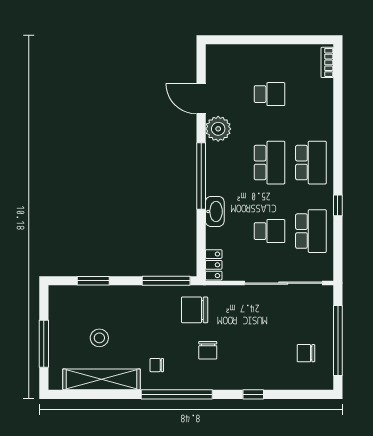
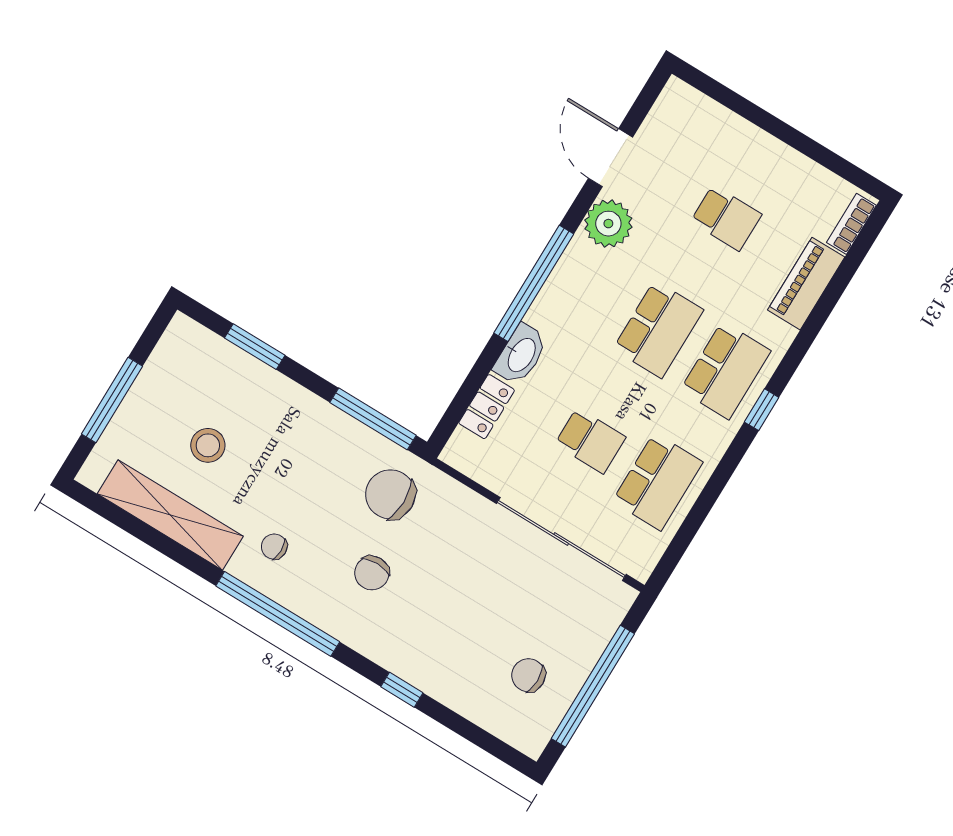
piano: (323, 102) -> (806, 284), added
window: (338, 205) -> (762, 410), moved
locker: (214, 265) -> (487, 407), moved

